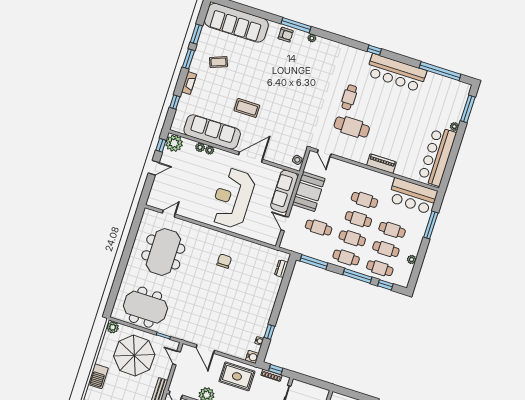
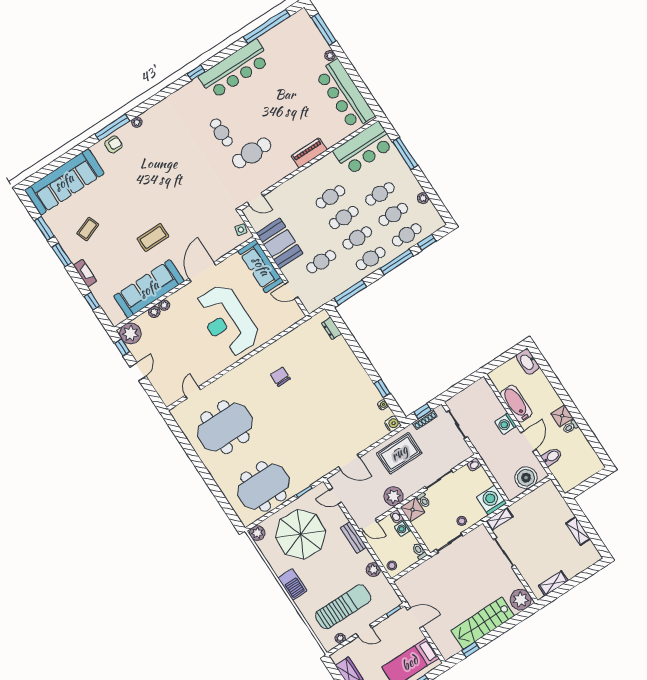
meeting table: (163, 252) -> (225, 427), turned 90

